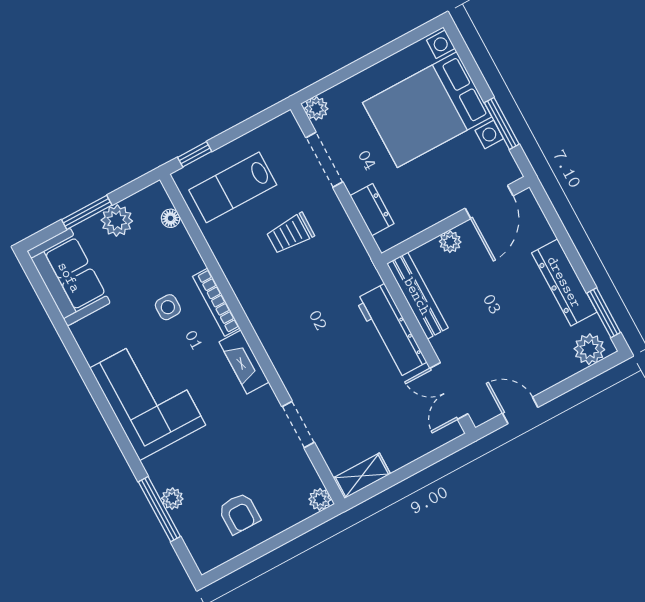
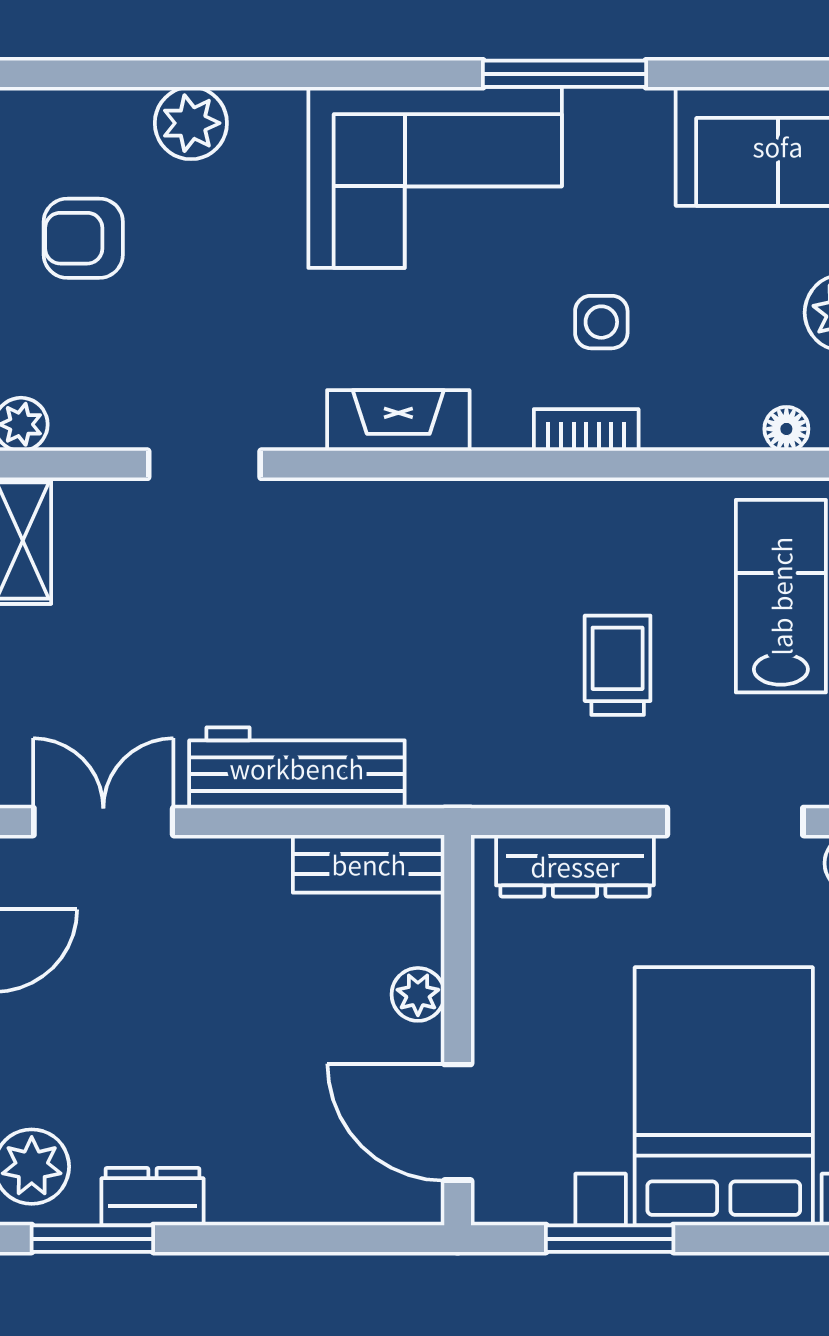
dresser: (372, 210) -> (575, 866), width x1.44
dresser: (564, 282) -> (152, 1197), width x0.51, depth x0.80
bench: (417, 296) -> (369, 864), width x0.73
bookcase: (216, 302) -> (586, 430), width x0.64
plant: (172, 499) -> (191, 123), width x1.38, depth x1.38
window: (159, 509) -> (565, 74), moved

